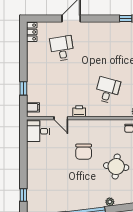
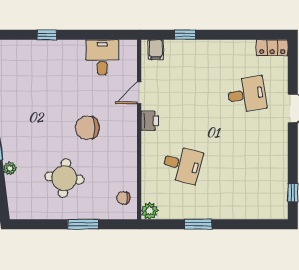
desk: (38, 131) -> (102, 57), moved
window: (23, 195) -> (47, 35), moved

